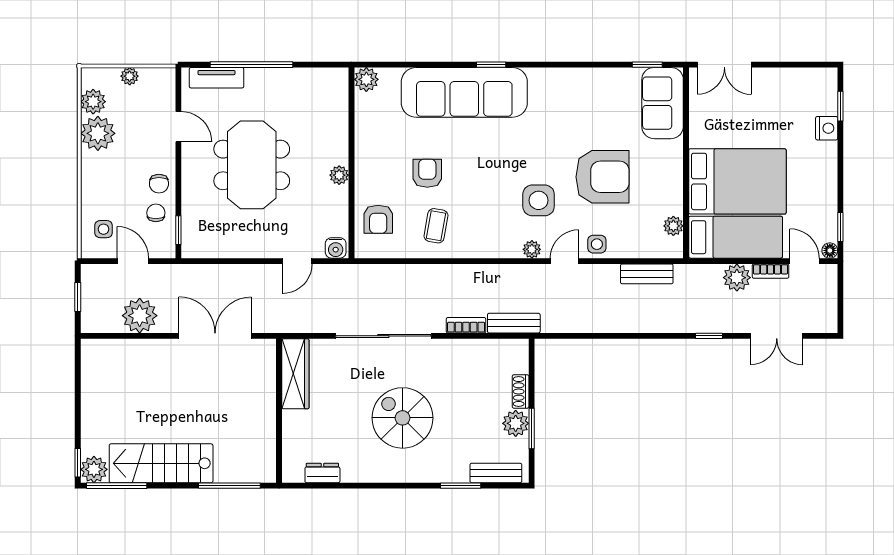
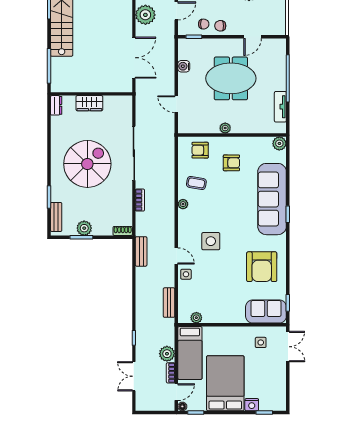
double door: (724, 65) -> (288, 347), swing flipped
plant: (130, 76) -> (281, 9), removed
tv unit: (216, 78) -> (280, 107), moved
side table: (717, 112) -> (261, 342), added
armchair: (427, 173) -> (231, 163), moved
armchair: (602, 177) -> (262, 267), moved
bed: (737, 181) -> (225, 383), moved, turned 180
water cooler: (336, 248) -> (184, 66), moved
plant: (532, 249) -> (183, 204), moved
bench: (514, 323) -> (141, 251), moved
wardrobe: (295, 374) -> (89, 103), moved, width x0.67
shoe rack: (521, 391) -> (123, 231), moved
spiral stairs: (403, 418) -> (87, 164), width x1.37, depth x1.37
dresser: (322, 473) -> (56, 105), moved

